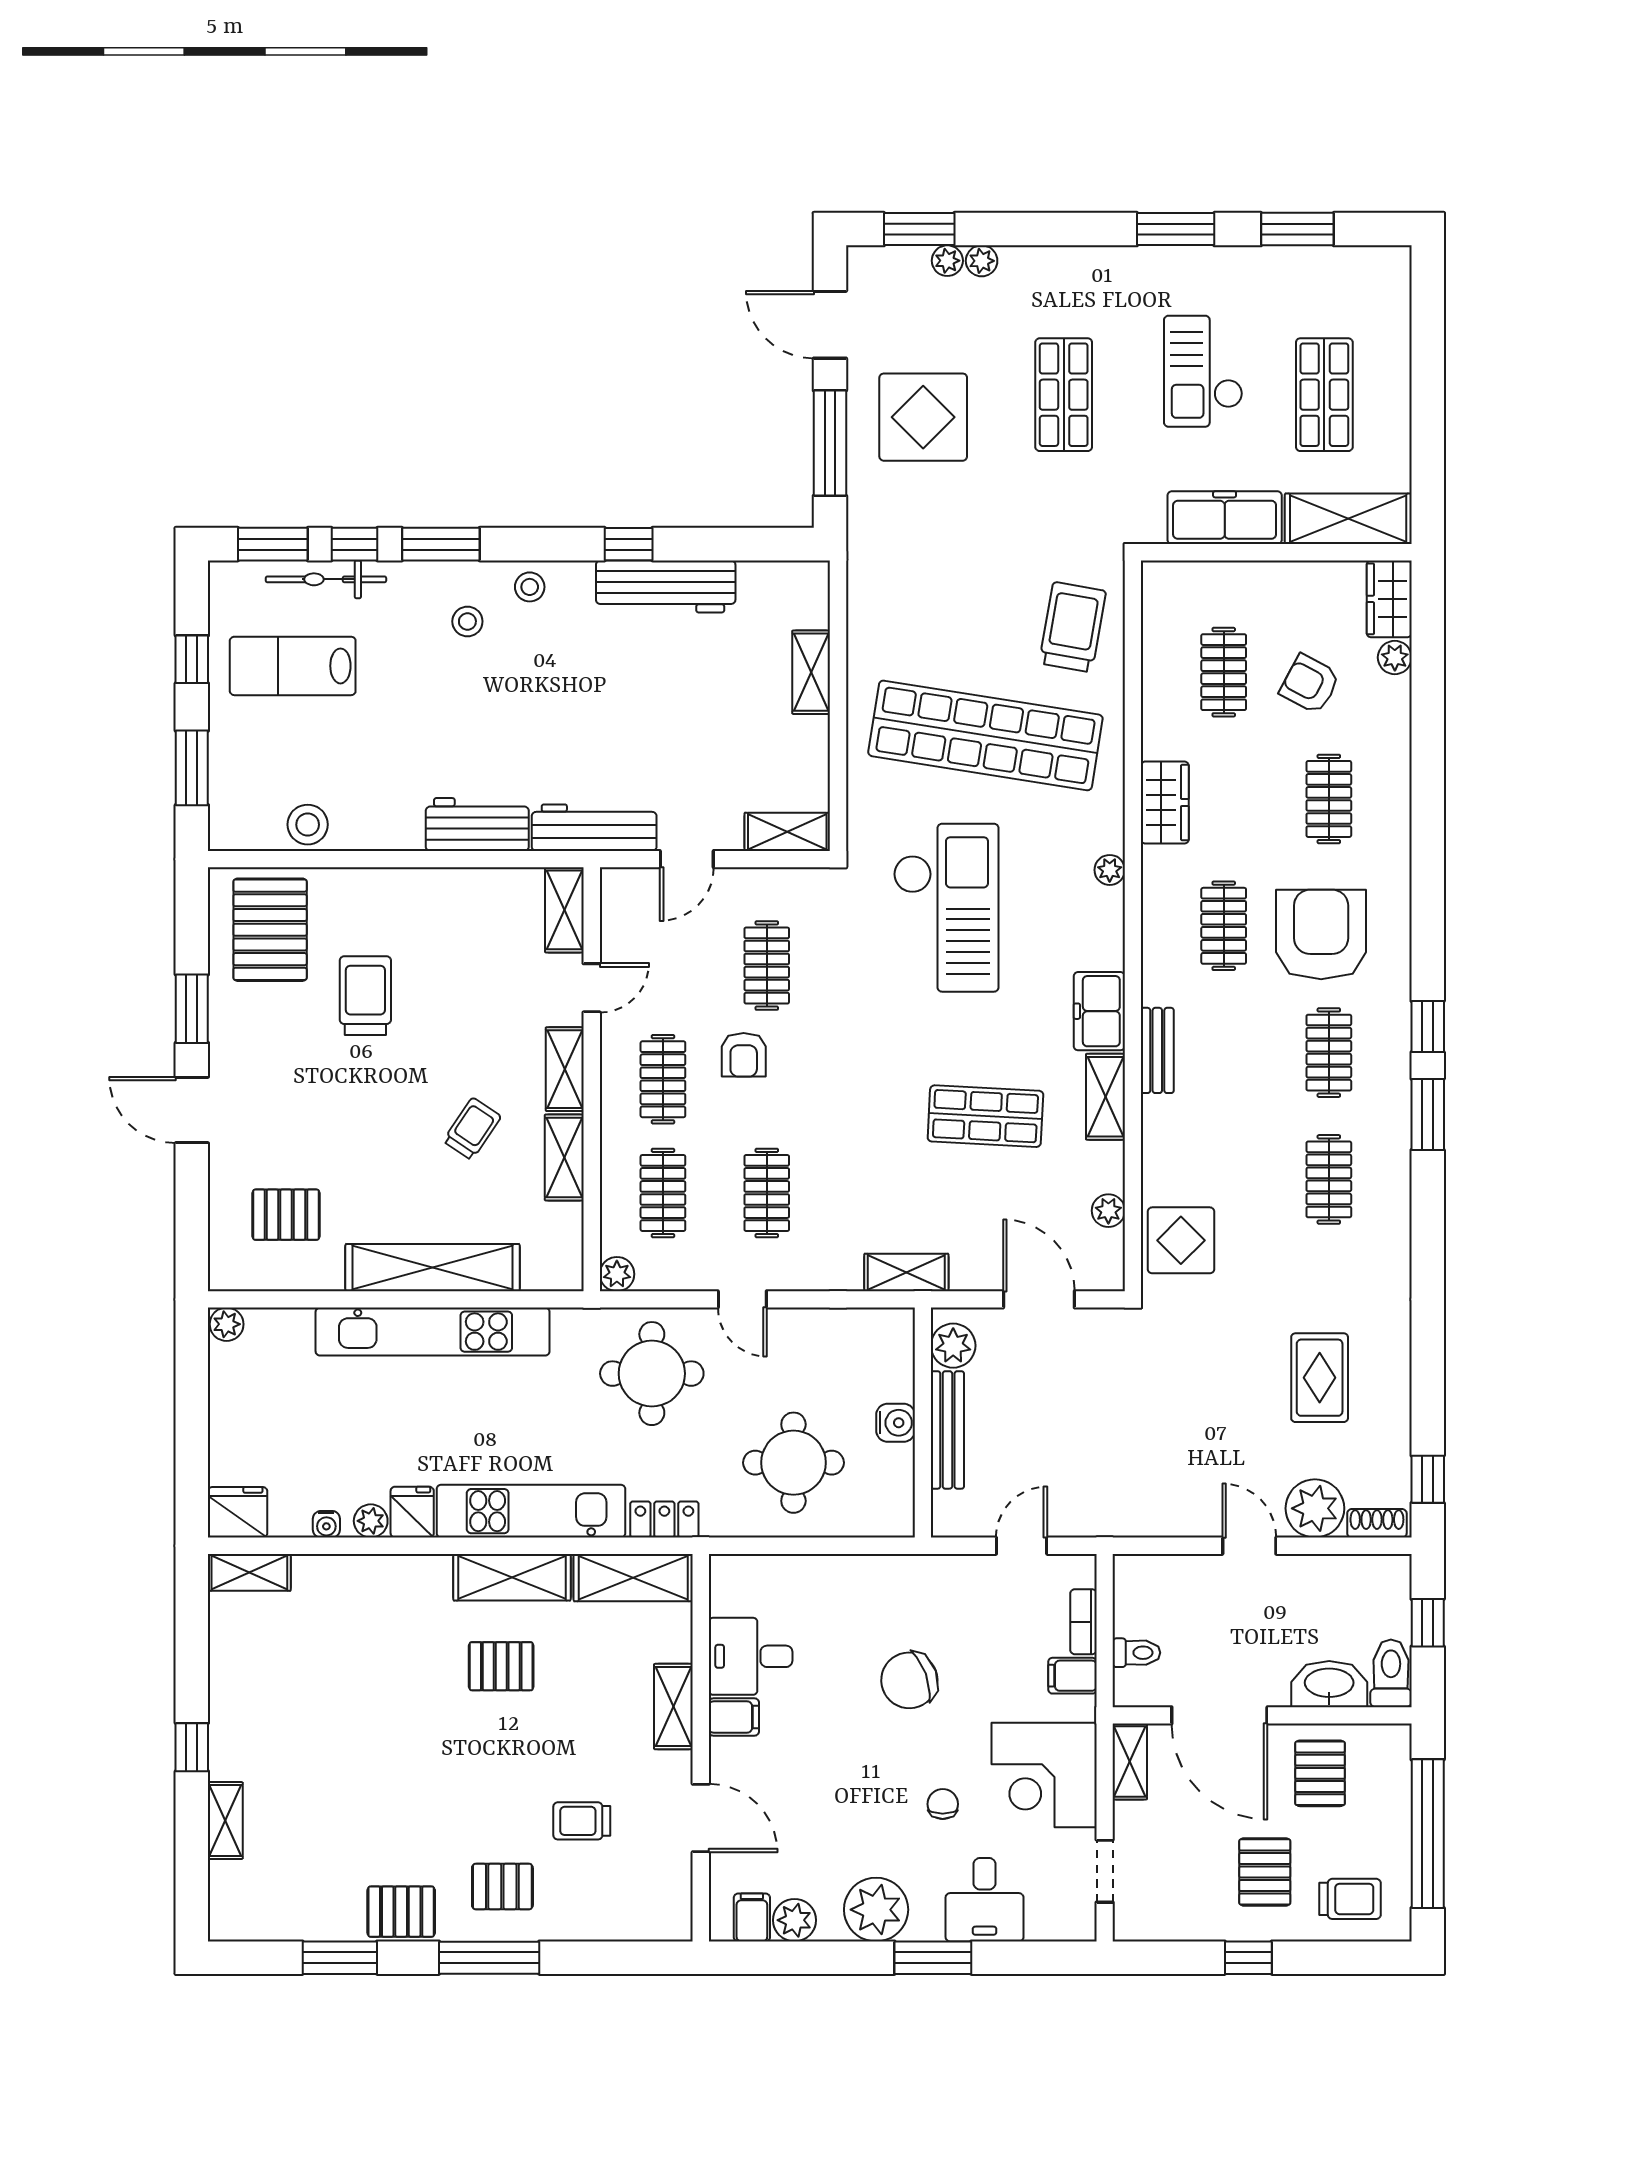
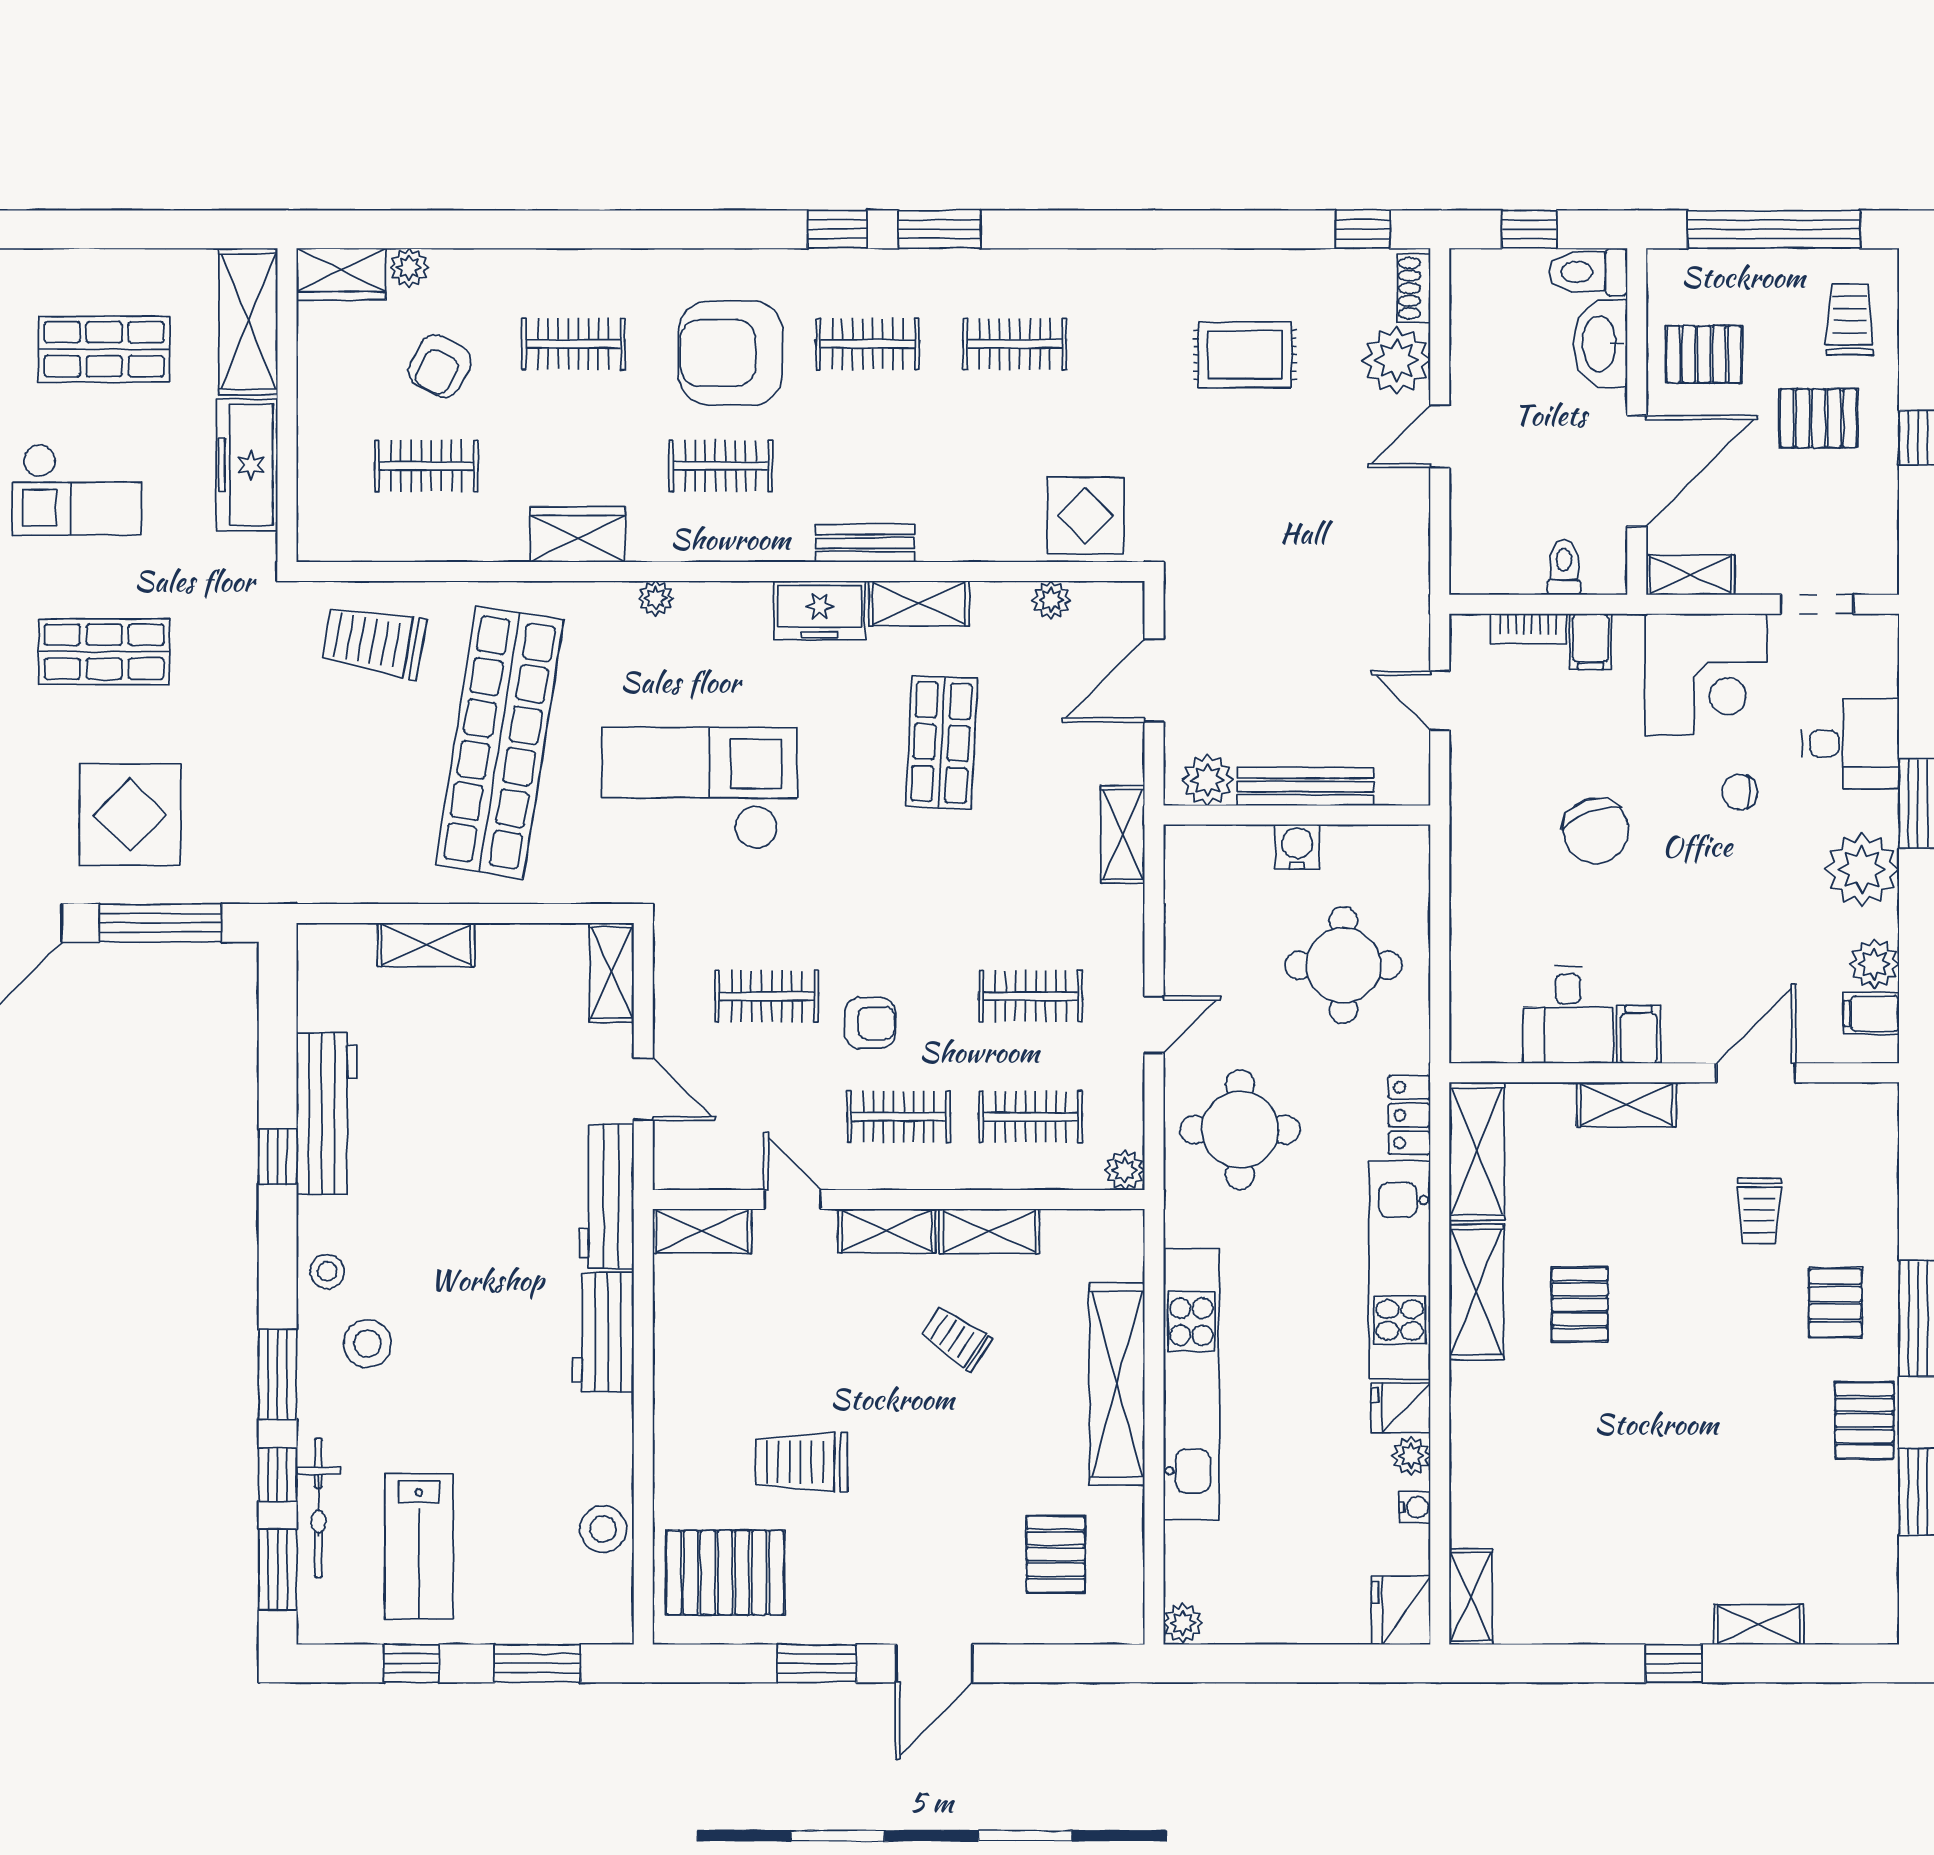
stool: (467, 621) -> (367, 1344), width x1.37, depth x1.37

